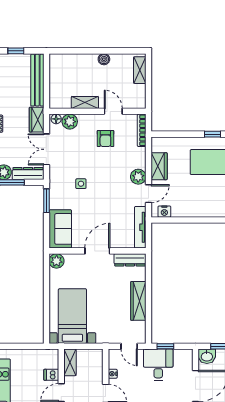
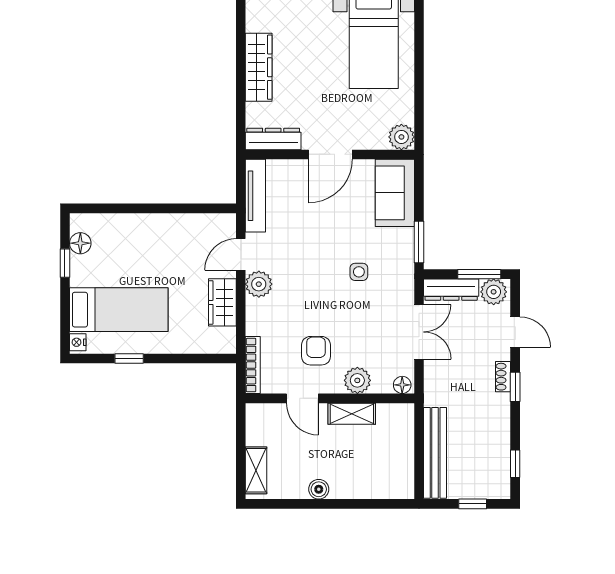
wardrobe: (37, 120) -> (436, 384), removed
plant: (70, 122) -> (357, 380), moved
nightstand: (164, 212) -> (213, 223), removed

